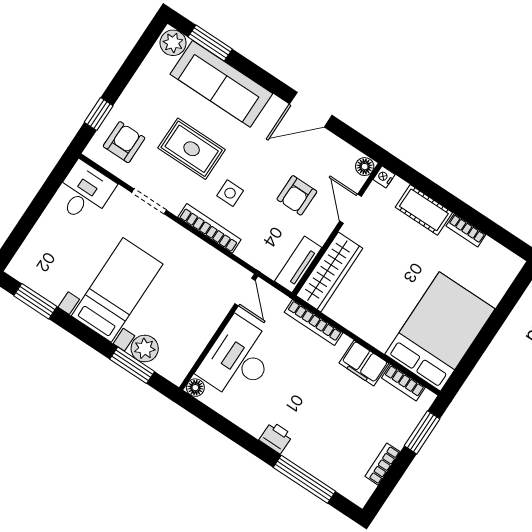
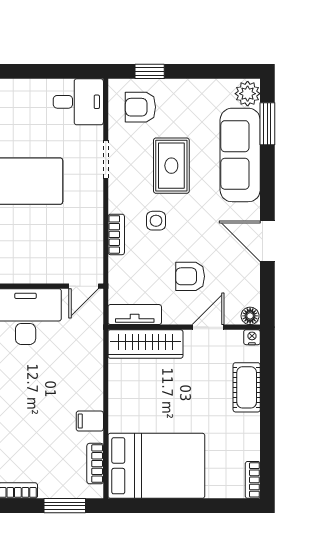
armchair: (124, 142) -> (140, 107), turned 180
bookcase: (209, 228) -> (116, 234), width x0.64
bookcase: (466, 230) -> (253, 480), moved
bookcase: (313, 322) -> (96, 358), removed
filing cabinet: (364, 363) -> (90, 421), width x0.50

